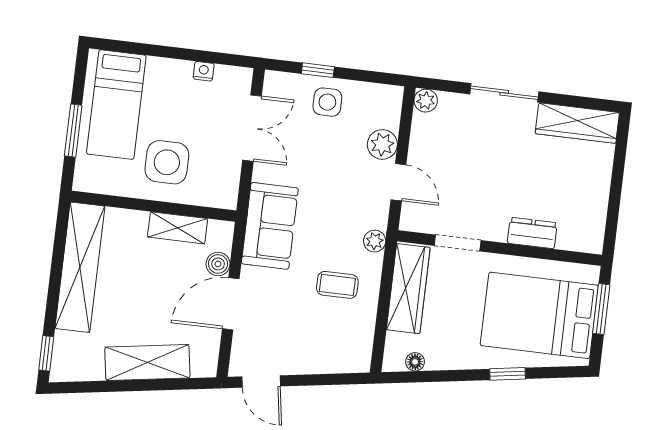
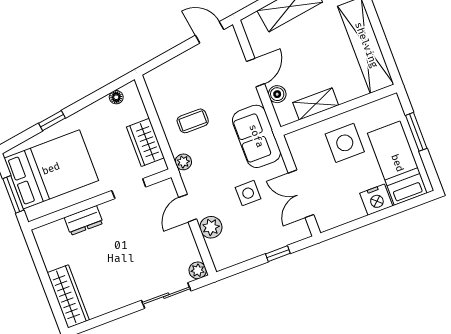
nightstand: (204, 71) -> (376, 200), moved, width x1.89, depth x1.79
sliding door: (504, 93) -> (166, 296), moved
side table: (327, 102) -> (248, 193), moved
wardrobe: (577, 123) -> (68, 296), moved, turned 90
door: (398, 182) -> (188, 208), hinge flipped
wardrobe: (408, 289) -> (145, 142), width x0.67
door: (231, 304) -> (255, 73), width x0.73

